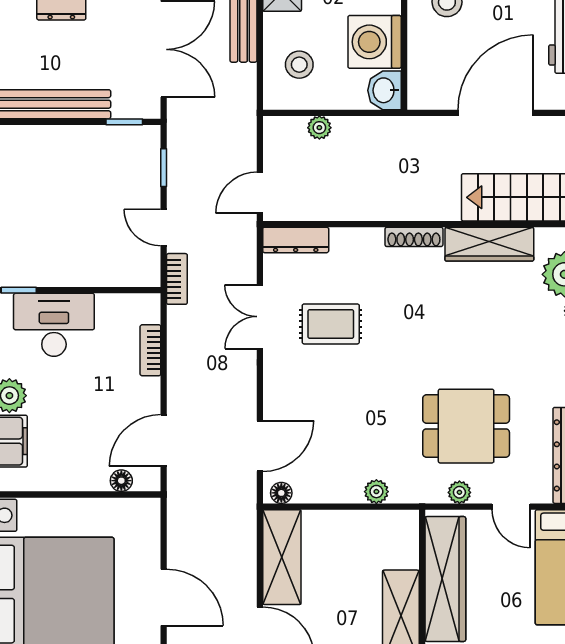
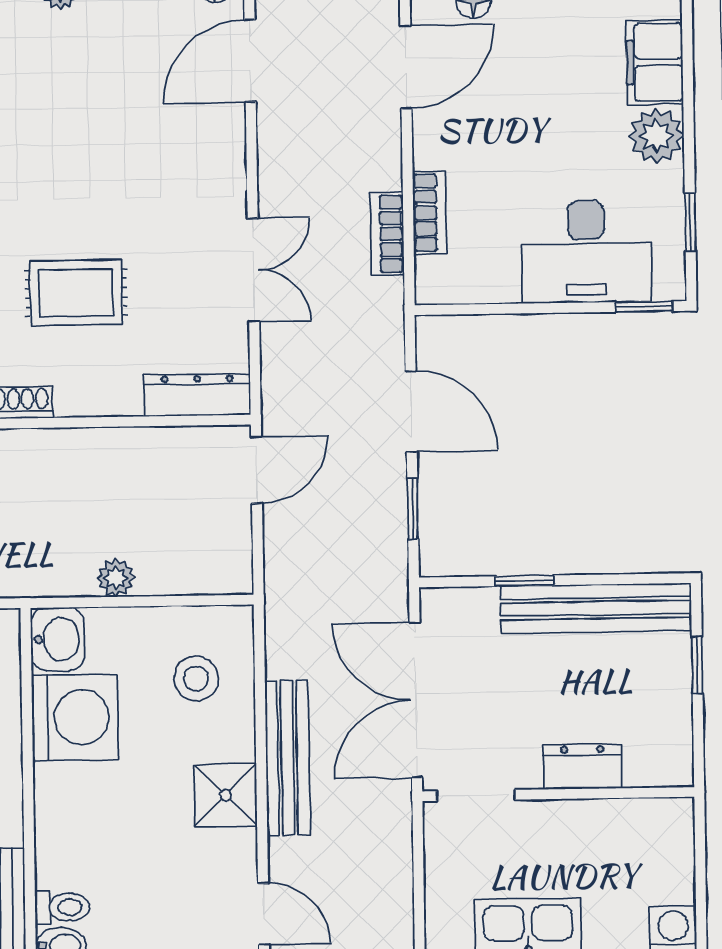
window: (124, 122) -> (525, 581), moved
plant: (319, 128) -> (116, 578), moved
door: (164, 228) -> (411, 412), width x1.37
bookcase: (177, 279) -> (387, 234), moved
rug: (331, 324) -> (76, 293), moved

